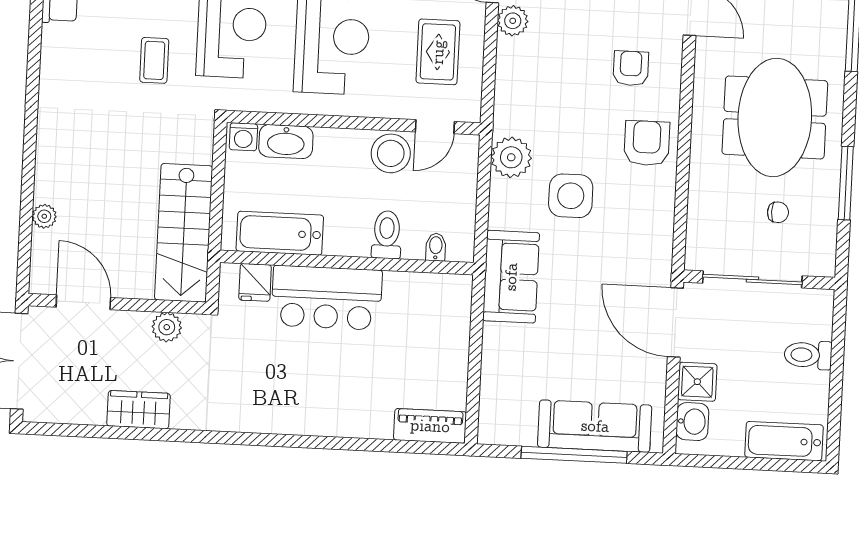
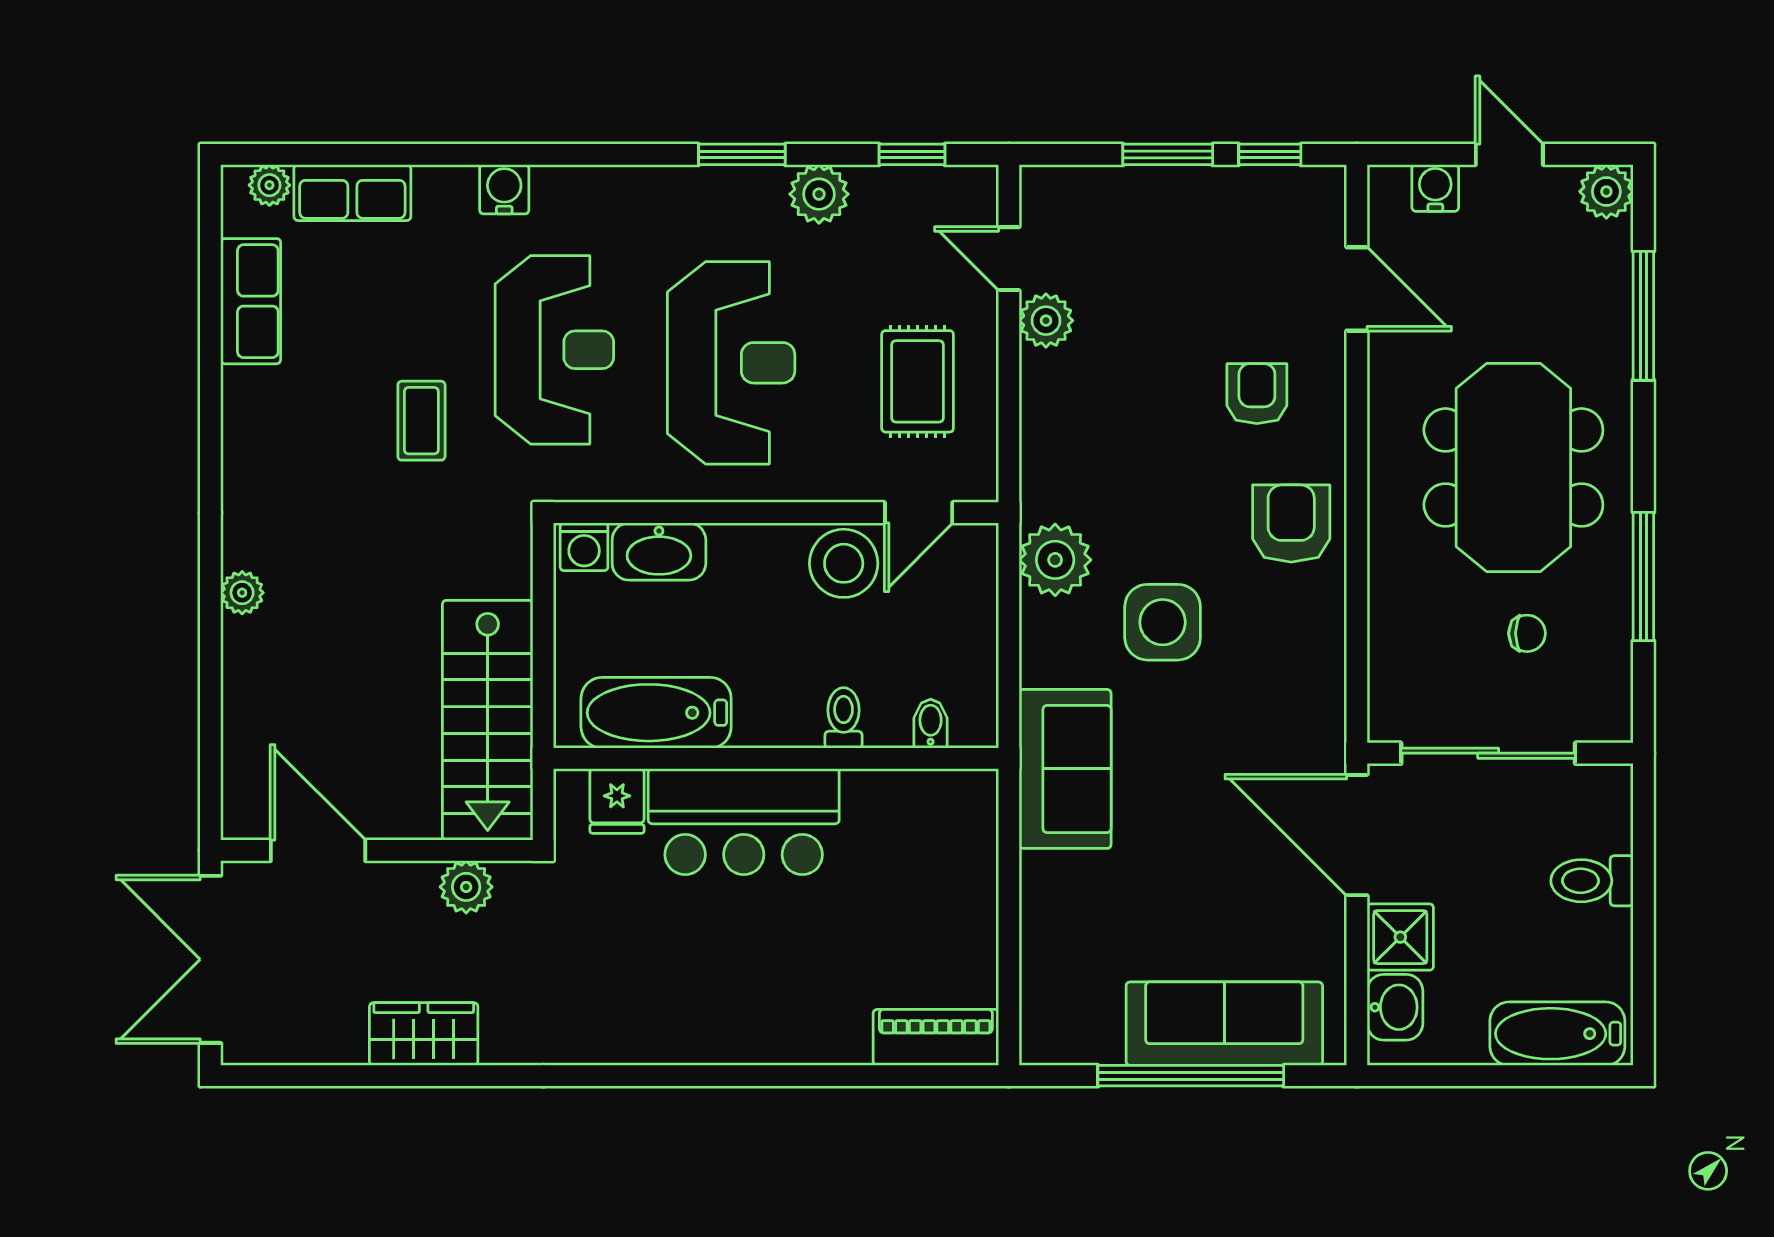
plant: (44, 216) -> (242, 593), moved
toilet: (387, 235) -> (844, 718), width x0.73, depth x0.72

